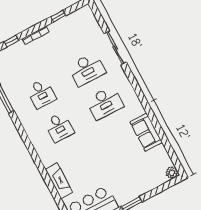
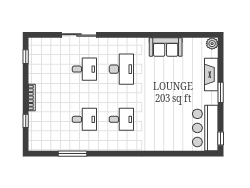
window: (58, 16) -> (26, 57), moved
desk: (87, 69) -> (84, 69), width x0.73
fireplace: (59, 181) -> (211, 75), moved, turned -90

